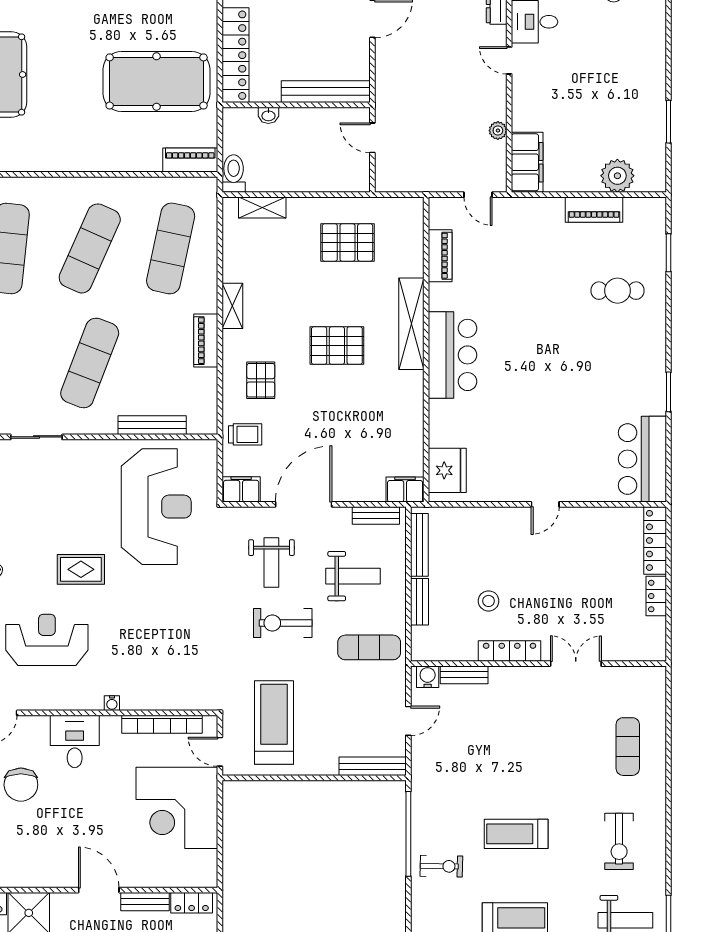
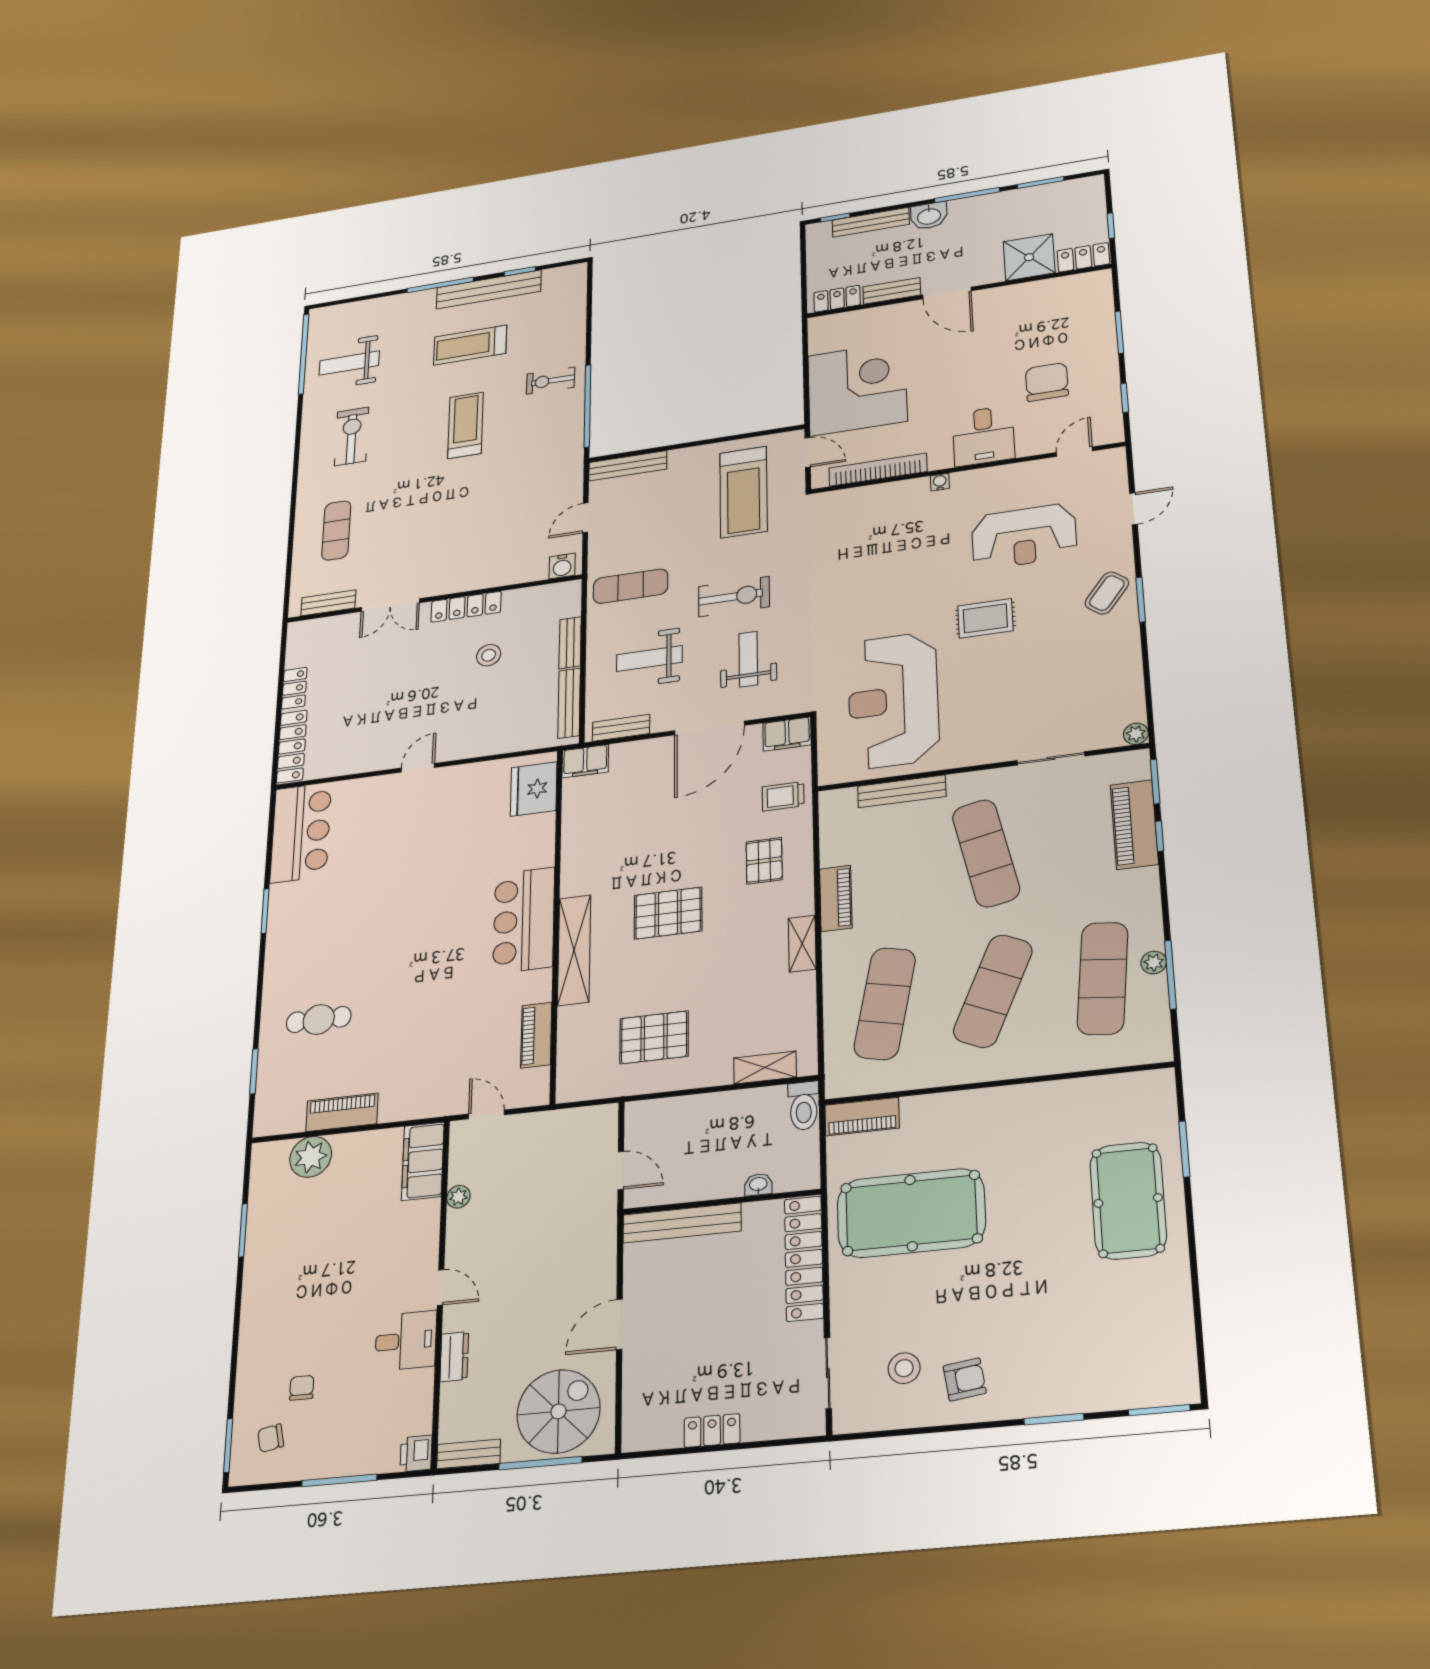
exercise mat: (90, 363) -> (986, 853), turned -33
bench: (464, 675) -> (328, 603), moved
treadmill: (516, 834) -> (466, 425), turned -90

